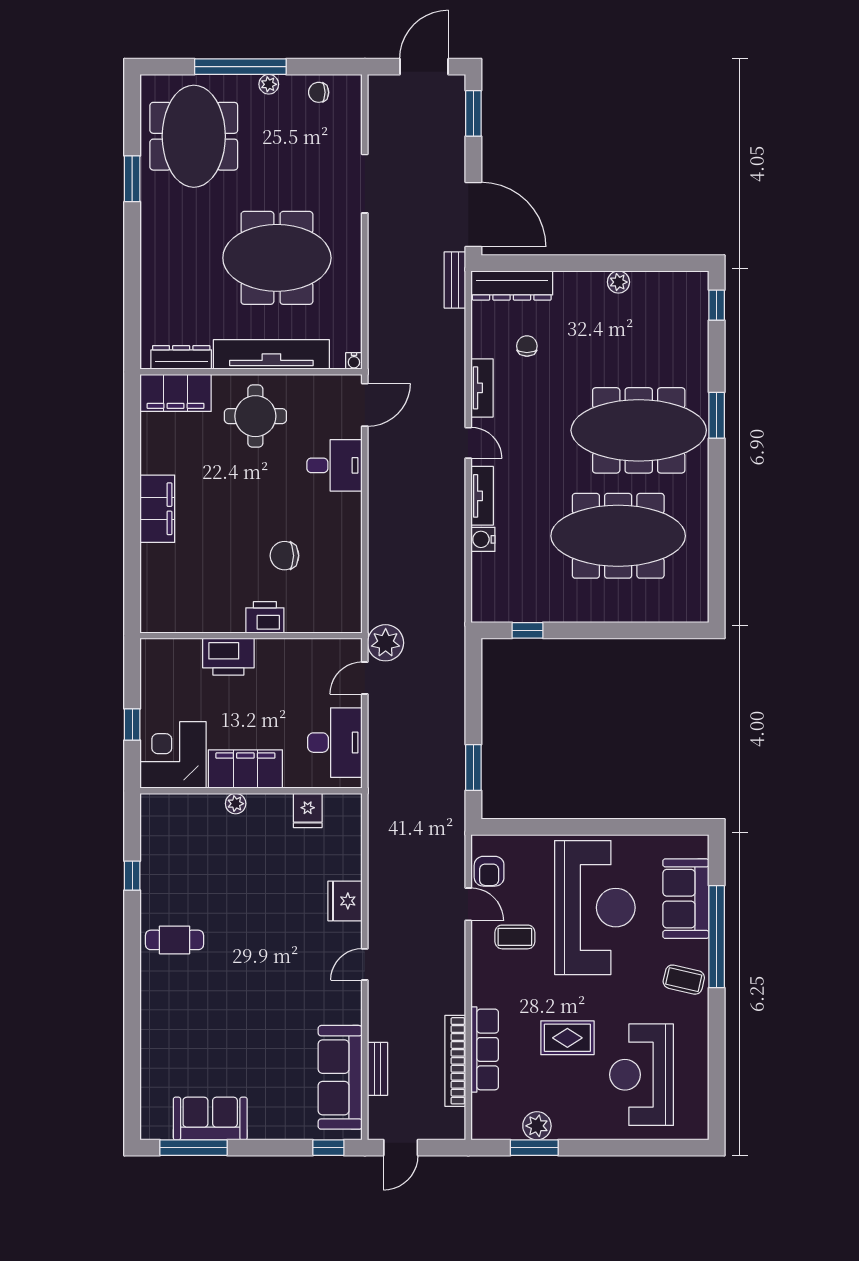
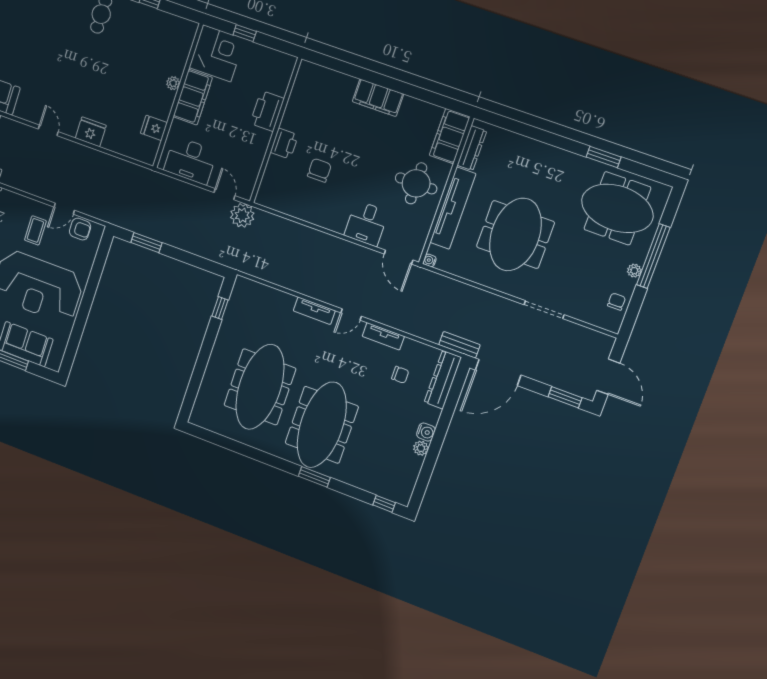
water cooler: (483, 539) -> (426, 432), moved, turned 90
armchair: (489, 871) -> (80, 229), turned 180

